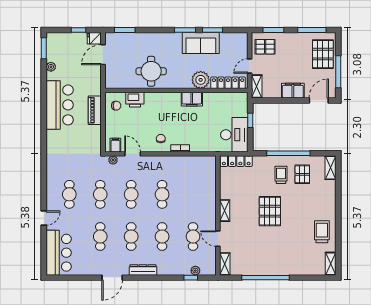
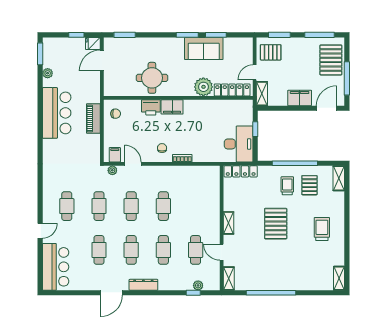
filing cabinet: (192, 99) -> (172, 107), moved
printer: (135, 100) -> (151, 107), moved
trolley: (322, 232) -> (322, 229), moved

